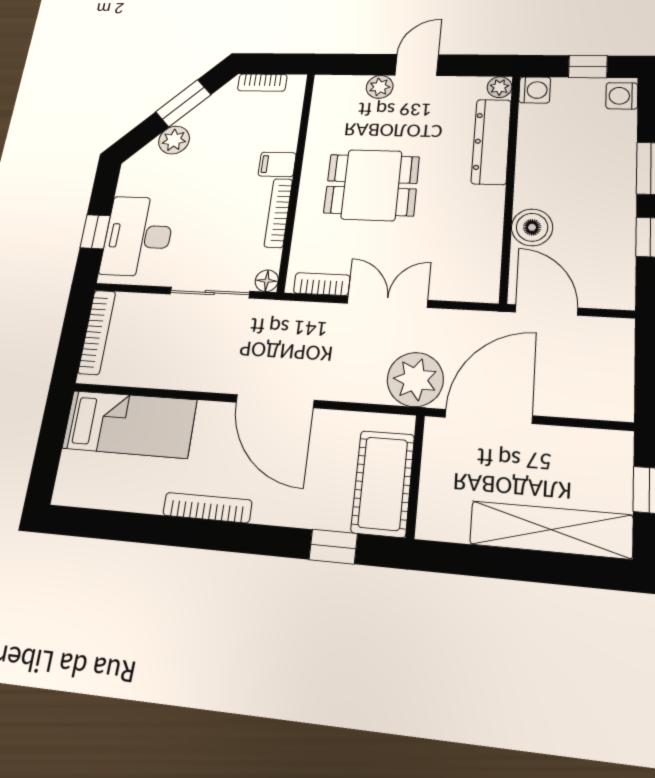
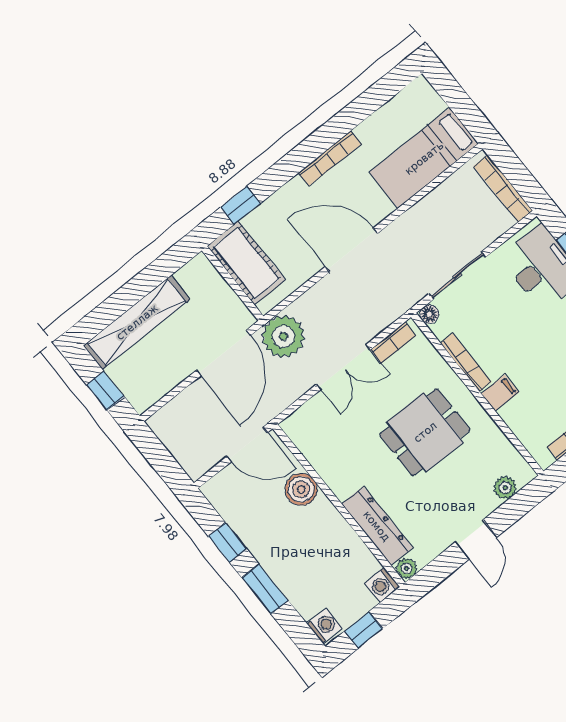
plant: (380, 87) -> (505, 488), moved

